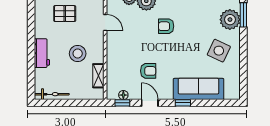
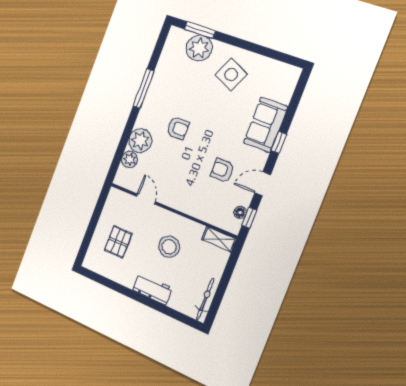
door: (105, 22) -> (146, 199), hinge flipped
armchair: (166, 26) -> (178, 128), turned -90
armchair: (148, 71) -> (222, 170), turned -90
shelving: (98, 76) -> (219, 239), moved
sofa: (198, 89) -> (266, 125), width x0.73

